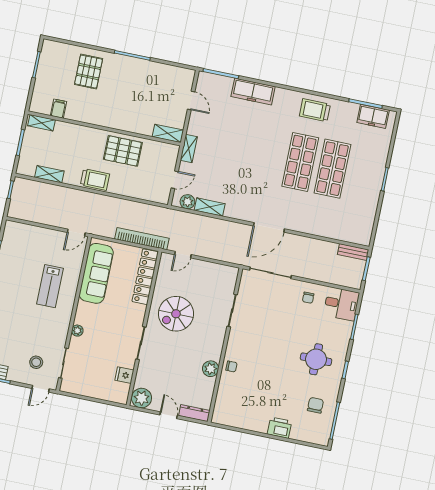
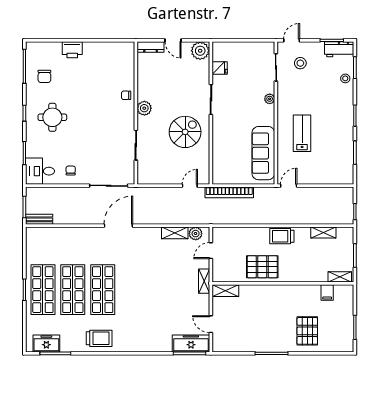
freezer: (253, 91) -> (191, 343), moved
shop shelf: (365, 175) -> (43, 290), added
locker: (145, 277) -> (219, 159), removed
plant: (211, 369) -> (144, 108), moved

